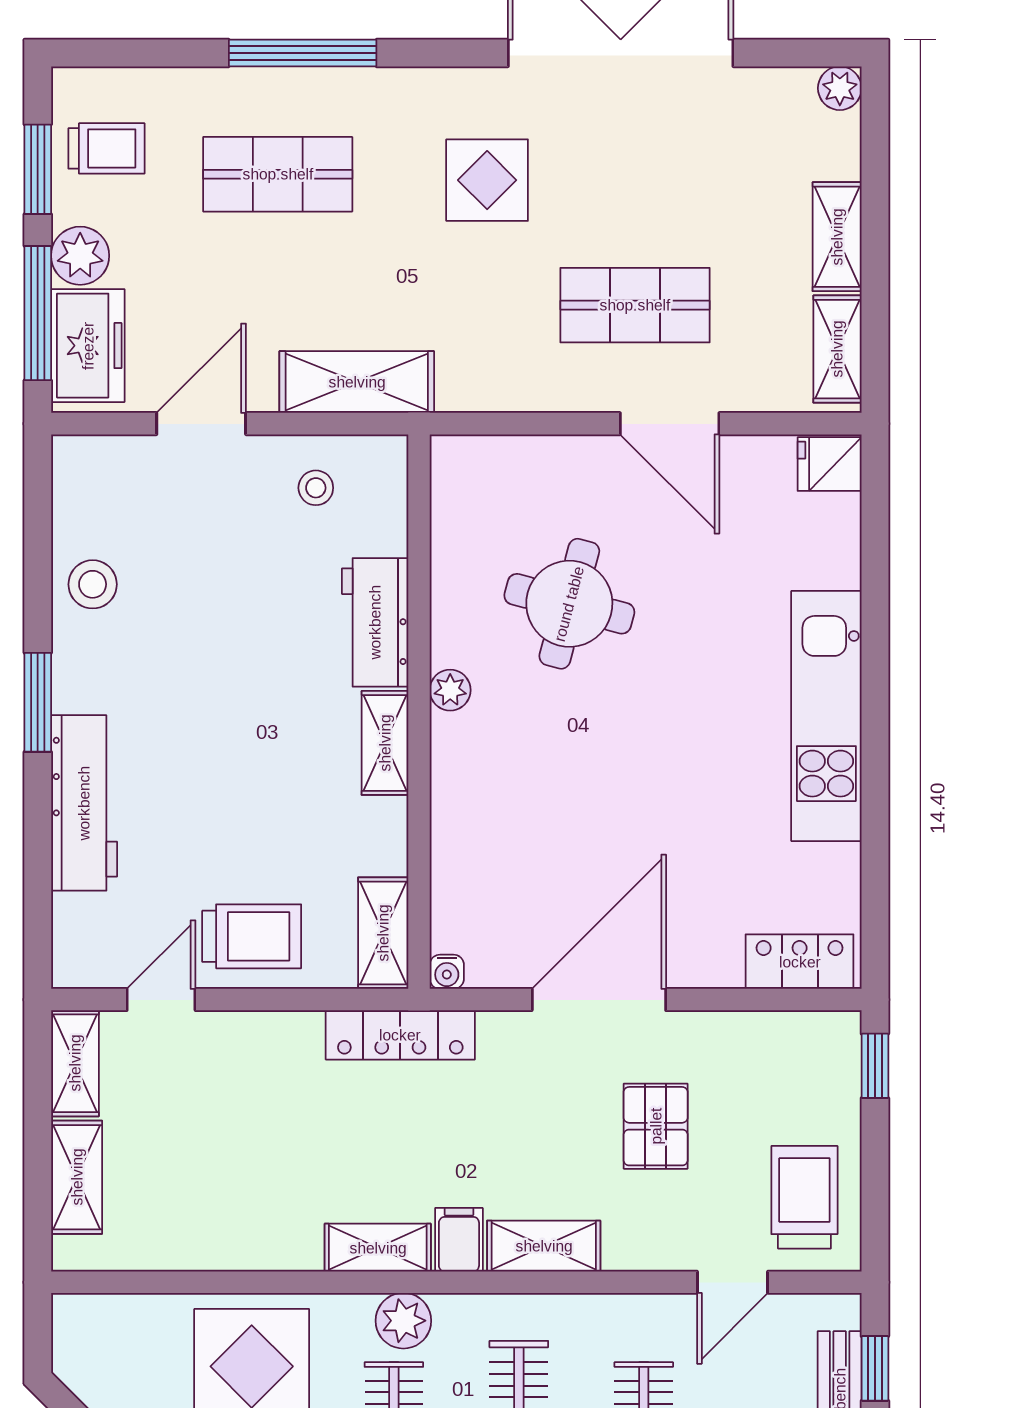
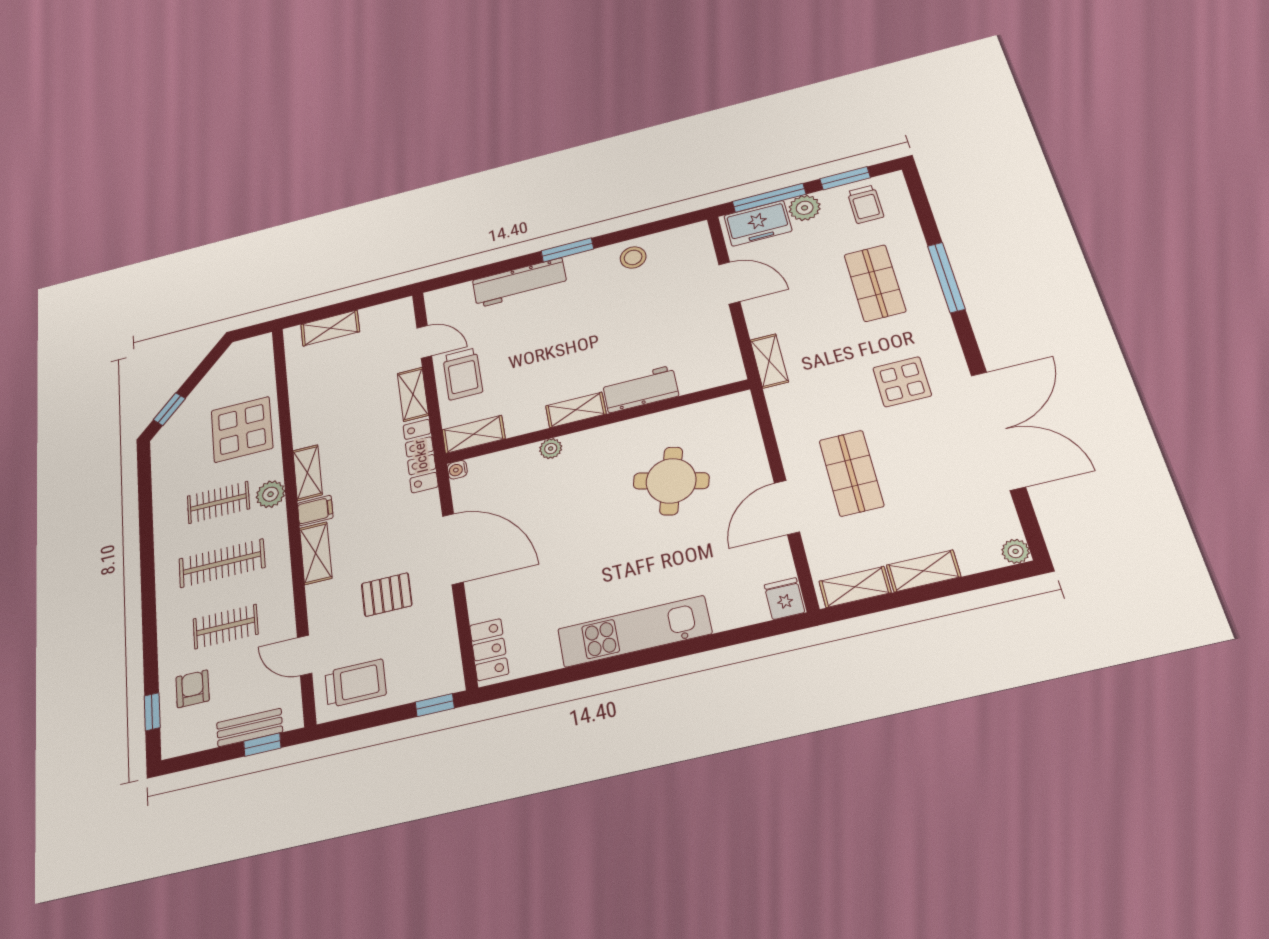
shelving: (357, 382) -> (769, 361), width x0.67, depth x0.75
stool: (316, 488) -> (707, 343), removed
plant: (450, 690) -> (551, 449), moved
shelving: (75, 1063) -> (413, 394), moved, turned 90

